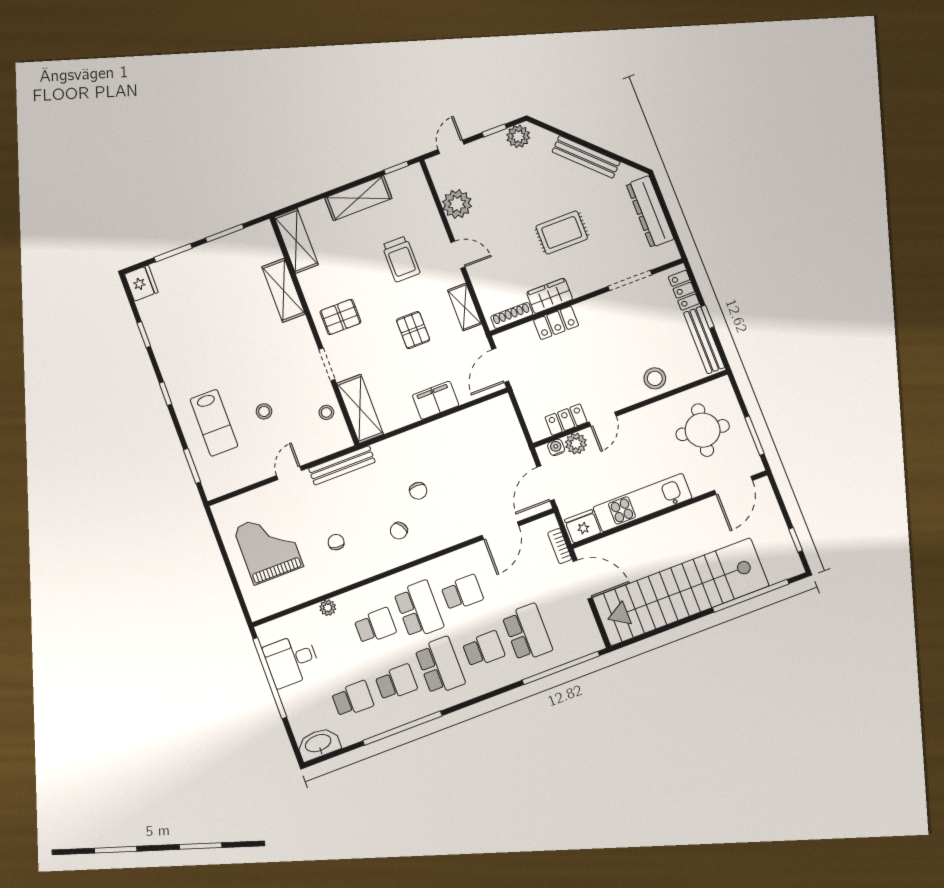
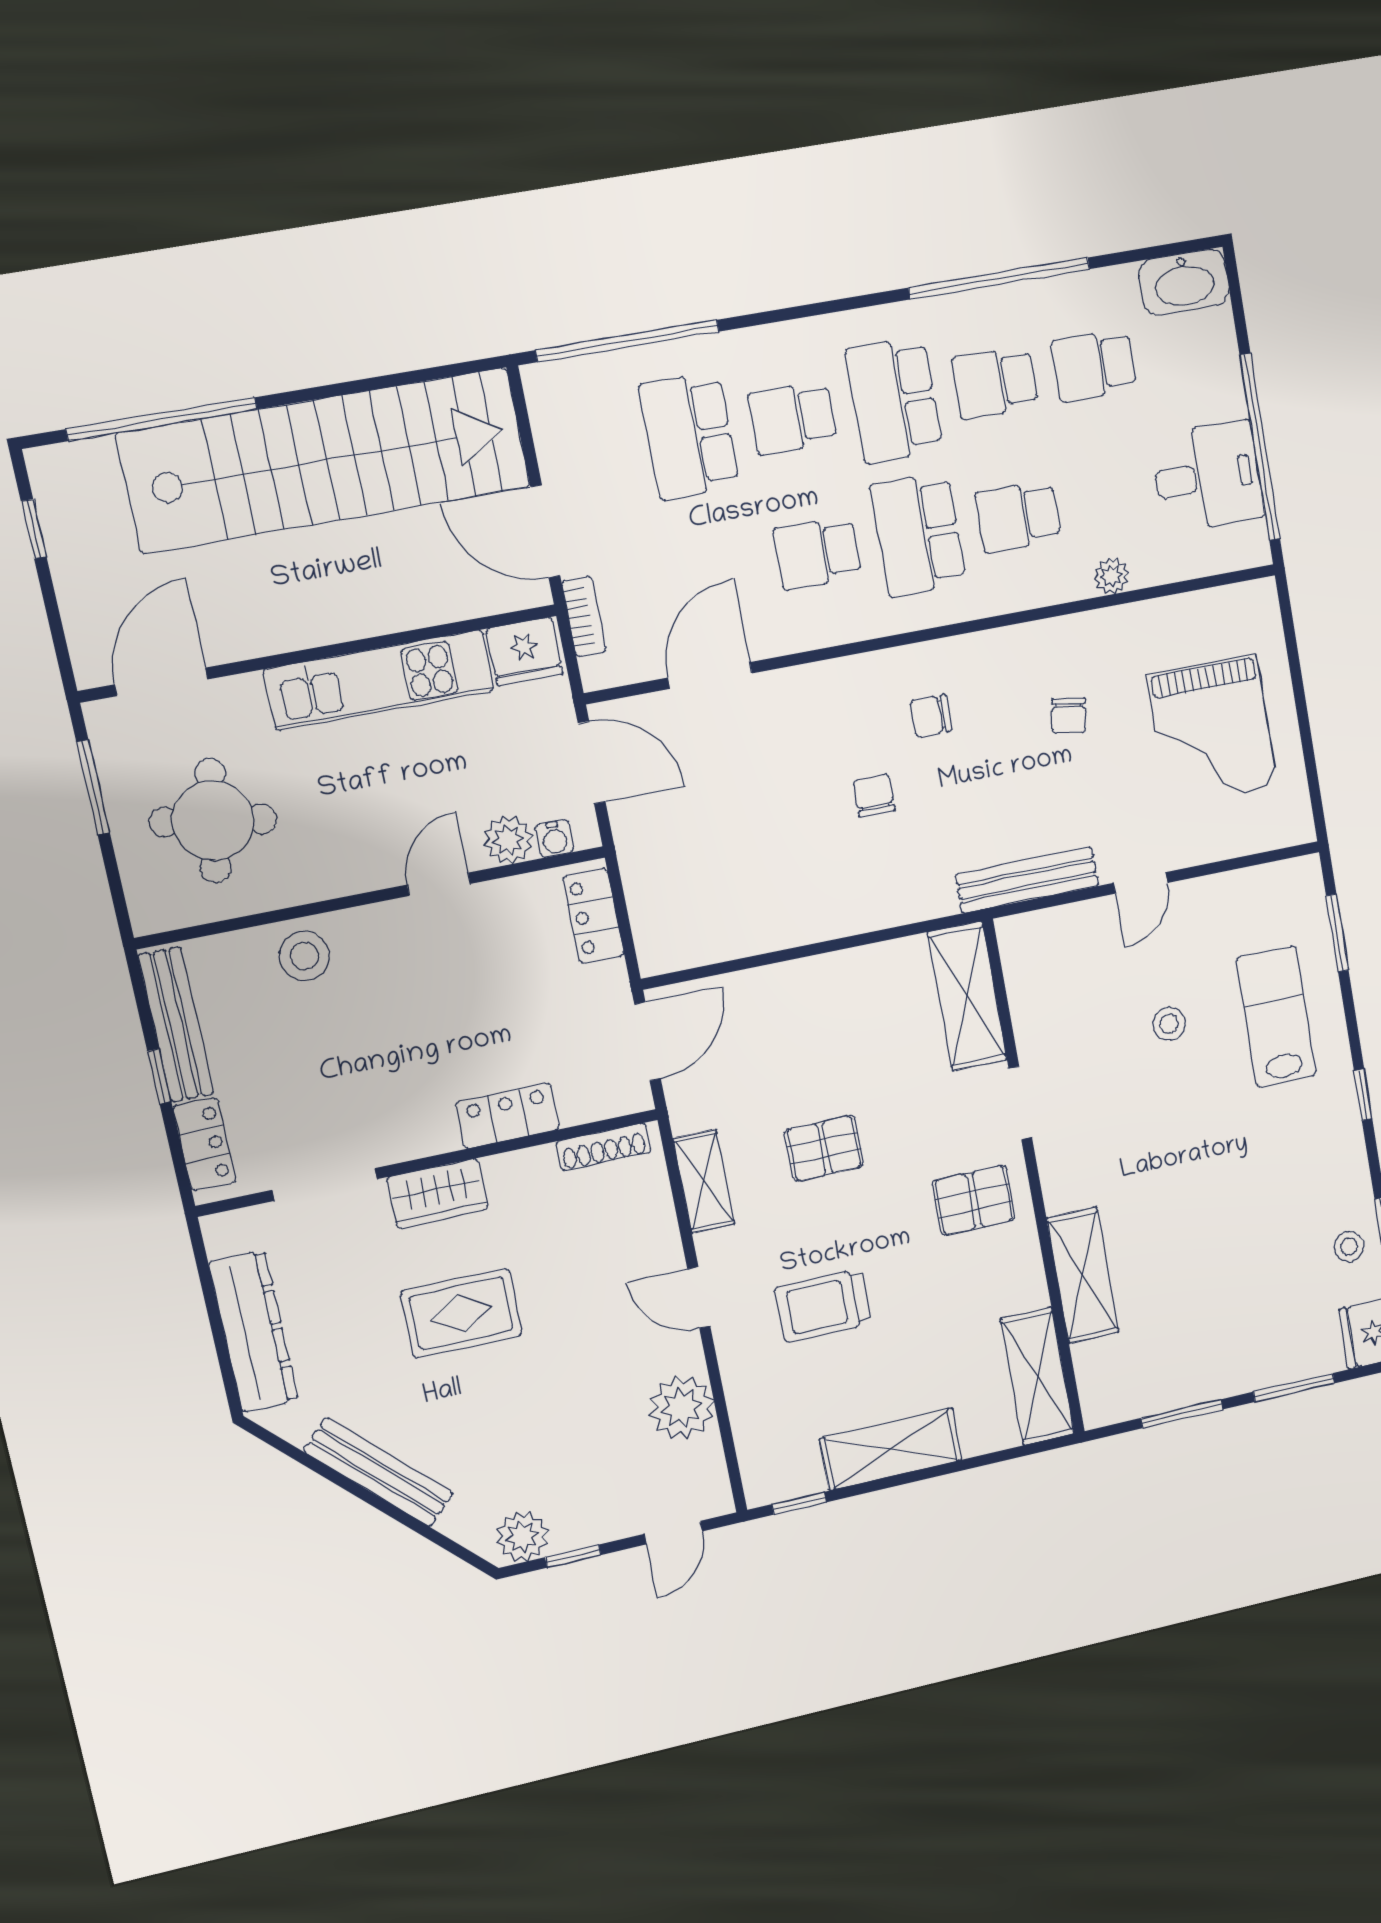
trolley: (401, 259) -> (823, 1306), turned -90
wardrobe: (550, 296) -> (437, 1193), moved
pallet: (413, 330) -> (824, 1148), turned 90
filing cabinet: (436, 400) -> (802, 988), removed
stool: (326, 412) -> (1349, 1247), moved
locker: (566, 420) -> (593, 916), moved, turned 90
door: (546, 483) -> (592, 763), hinge flipped
chair: (399, 531) -> (931, 716), turned -148

